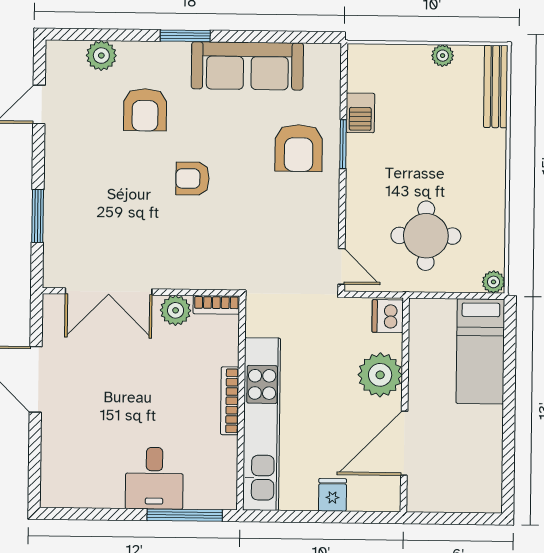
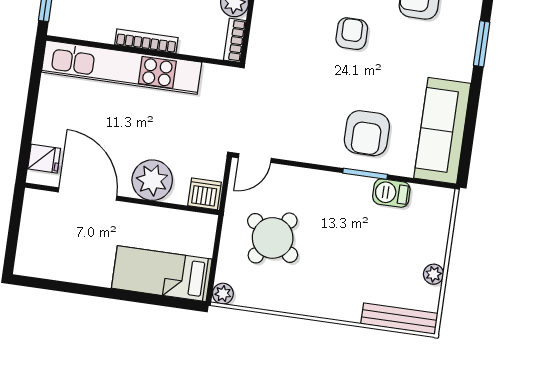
sofa: (247, 66) -> (442, 131), moved
armchair: (299, 148) -> (367, 133), turned -90
round table: (426, 236) -> (273, 238), turned 36
fridge: (332, 495) -> (44, 159), moved

